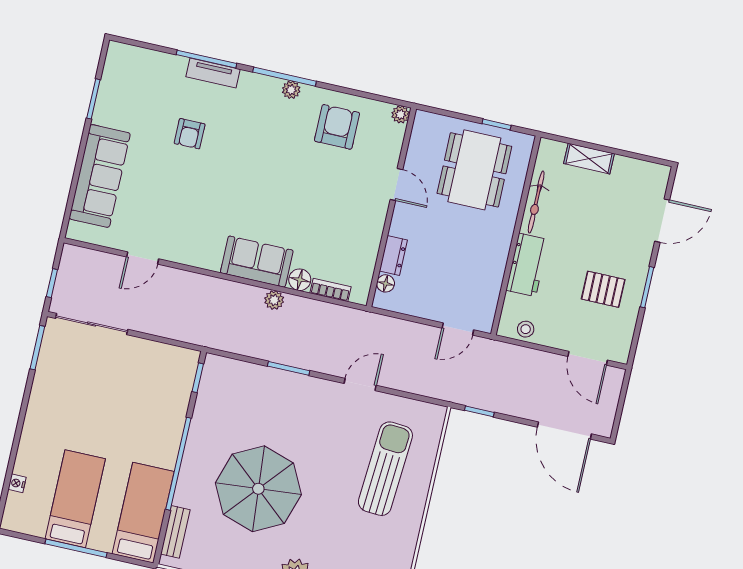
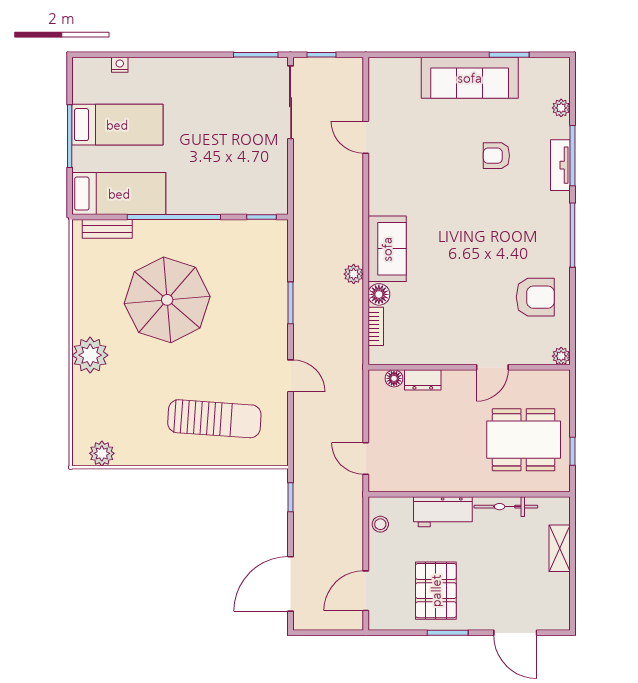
plant: (291, 90) -> (561, 108), moved
sofa: (100, 176) -> (470, 78), moved
pallet: (603, 289) -> (436, 591), width x1.50, depth x1.42

